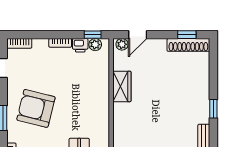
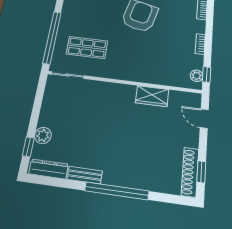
plant: (122, 44) -> (195, 102), removed
printer: (80, 45) -> (197, 62), removed
window: (213, 109) -> (117, 191), width x3.17

